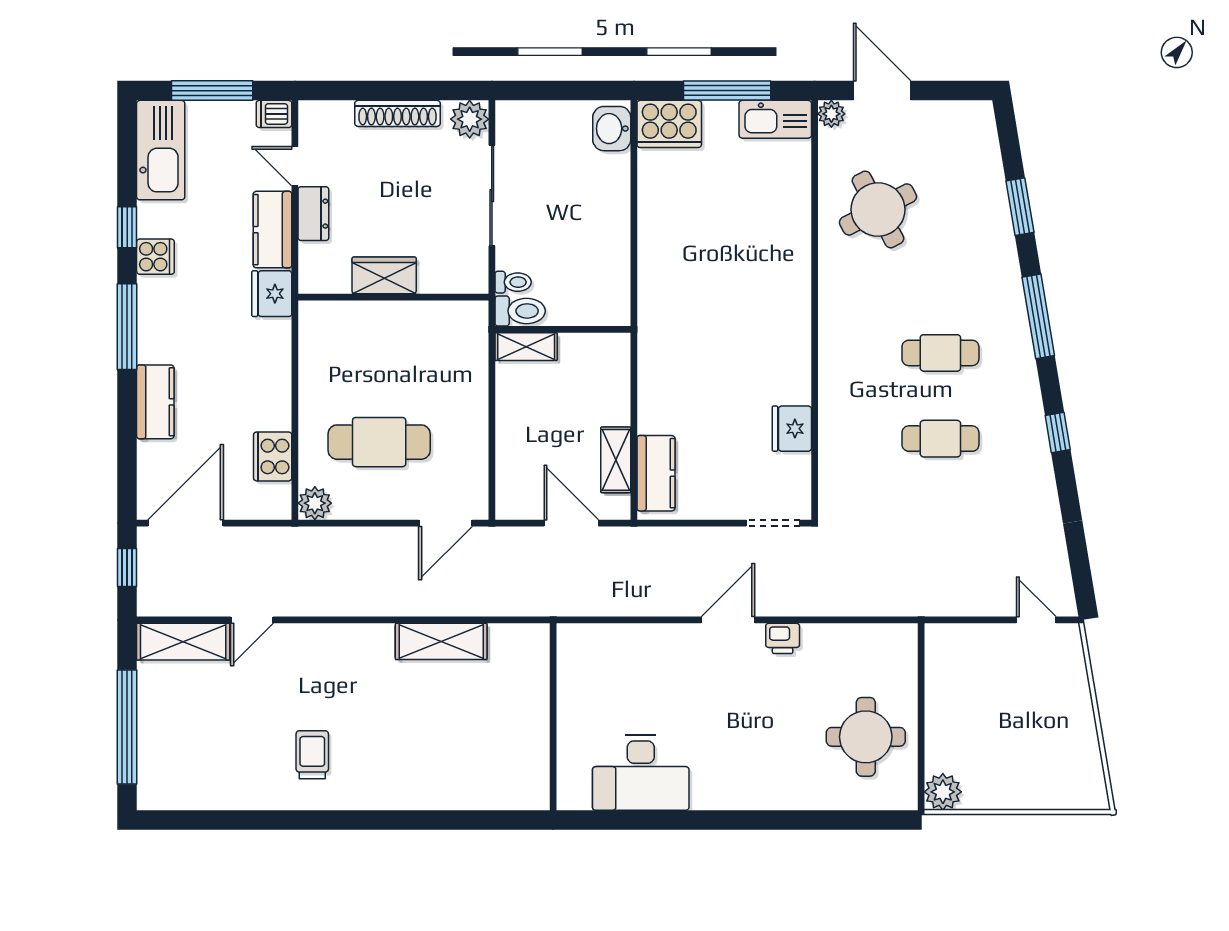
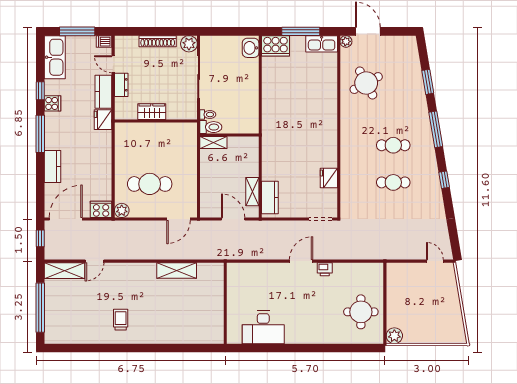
cooker: (273, 456) -> (101, 209), moved, turned 90

